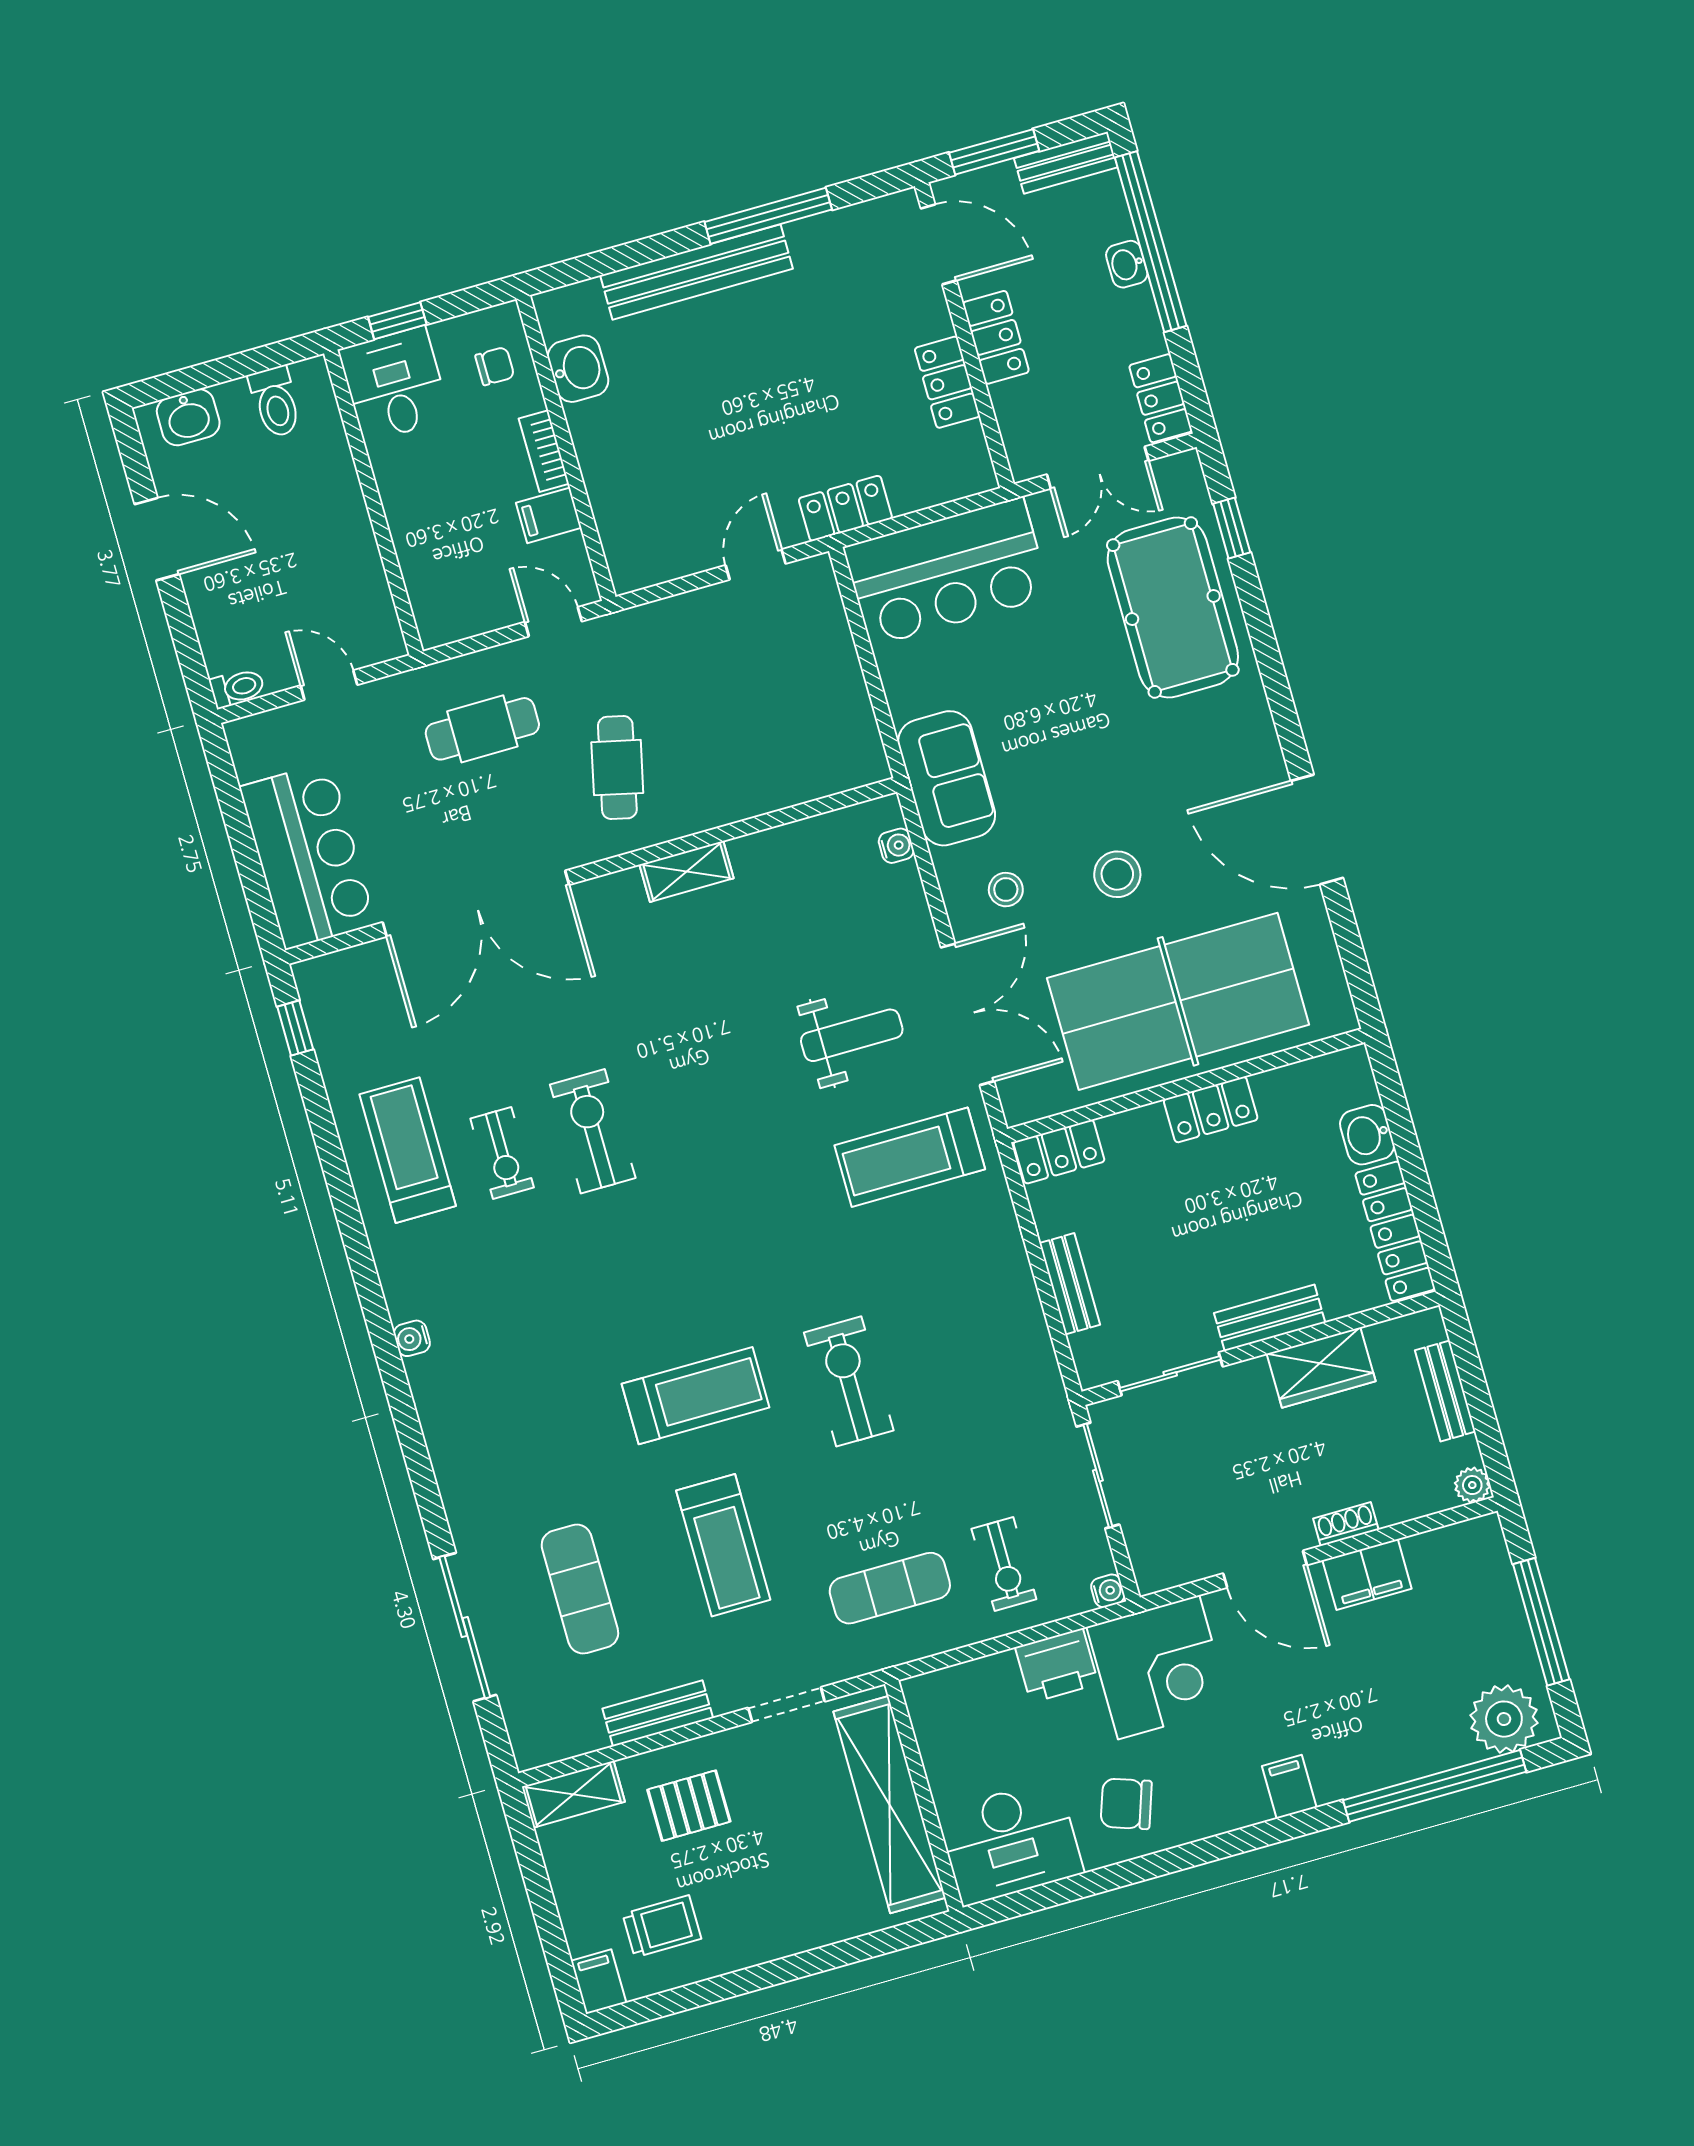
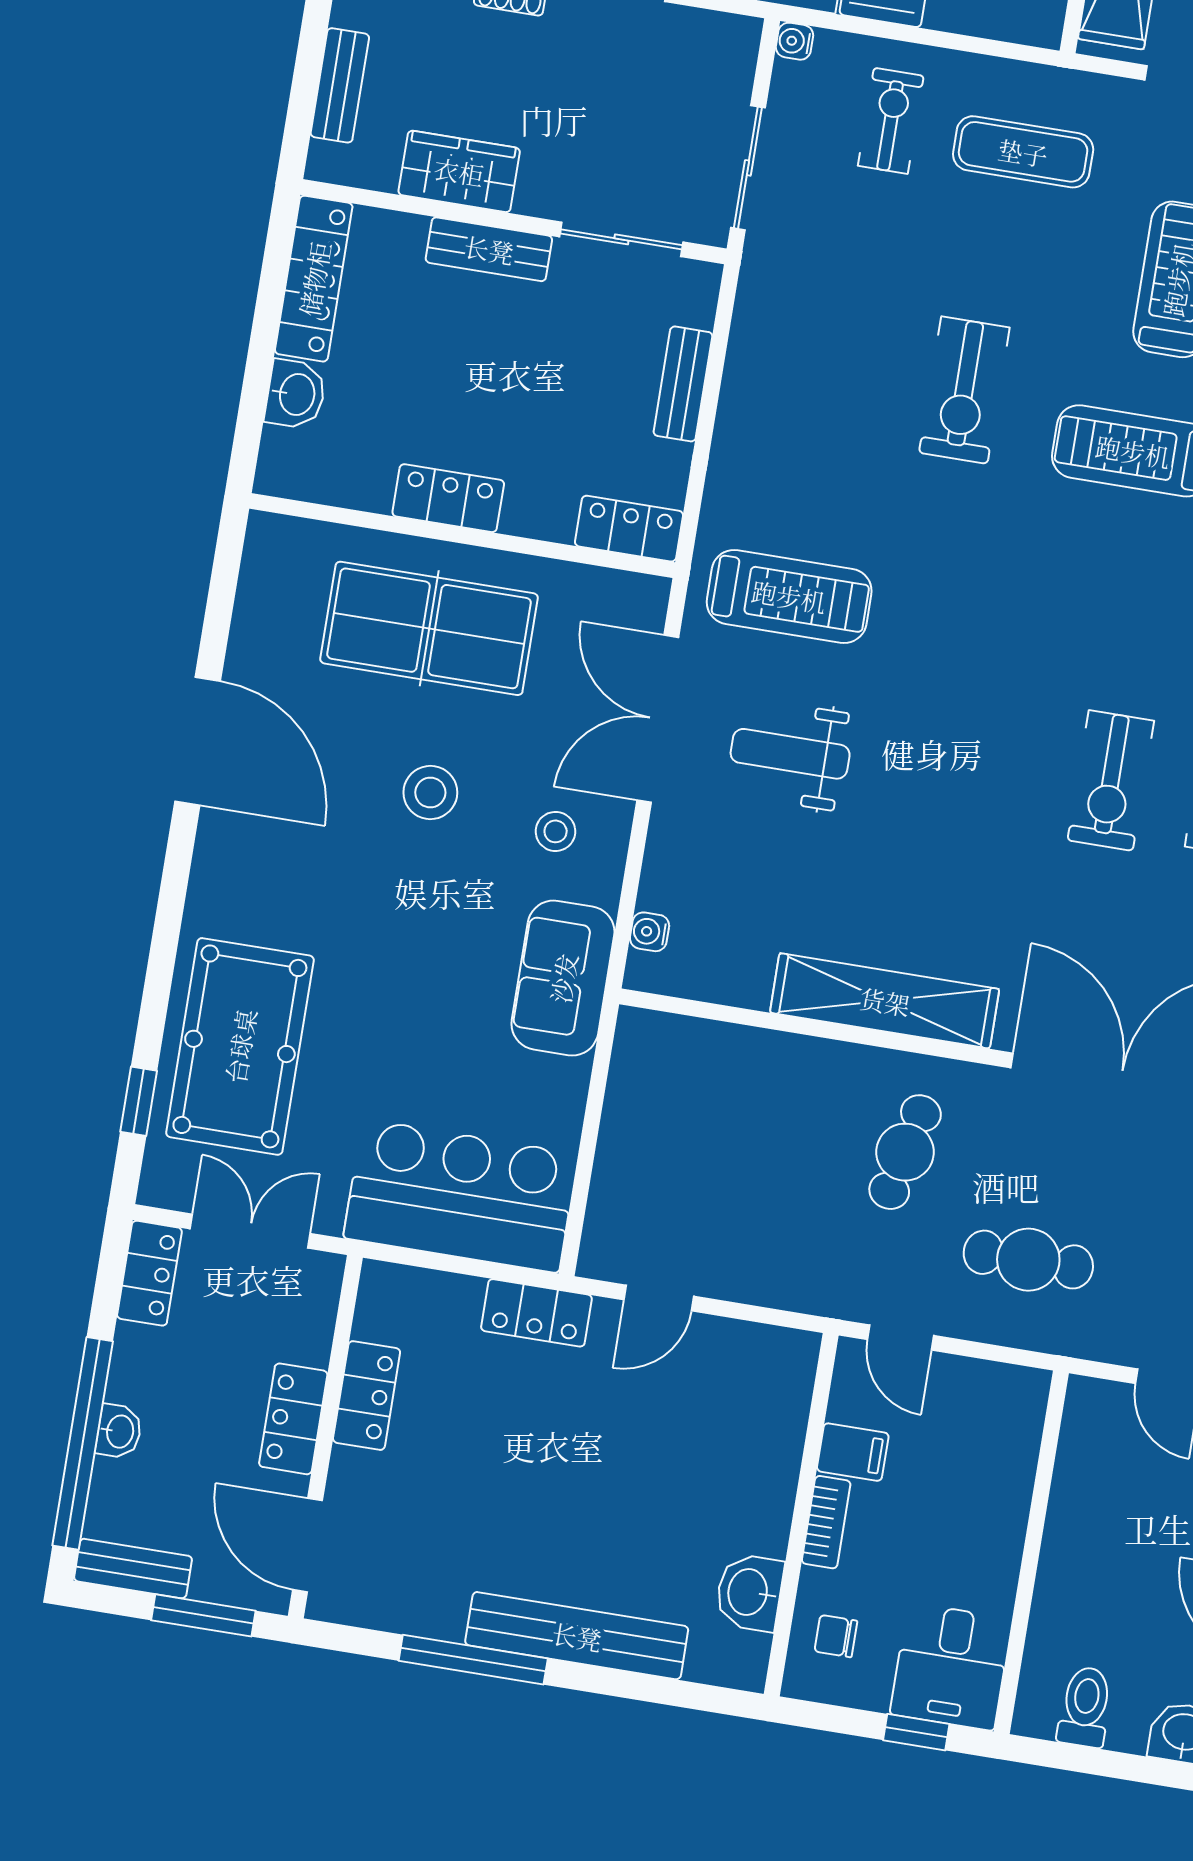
shelving: (687, 871) -> (885, 1001), width x2.20, depth x1.33
table tennis table: (1178, 1001) -> (429, 628), width x0.73, depth x0.76

